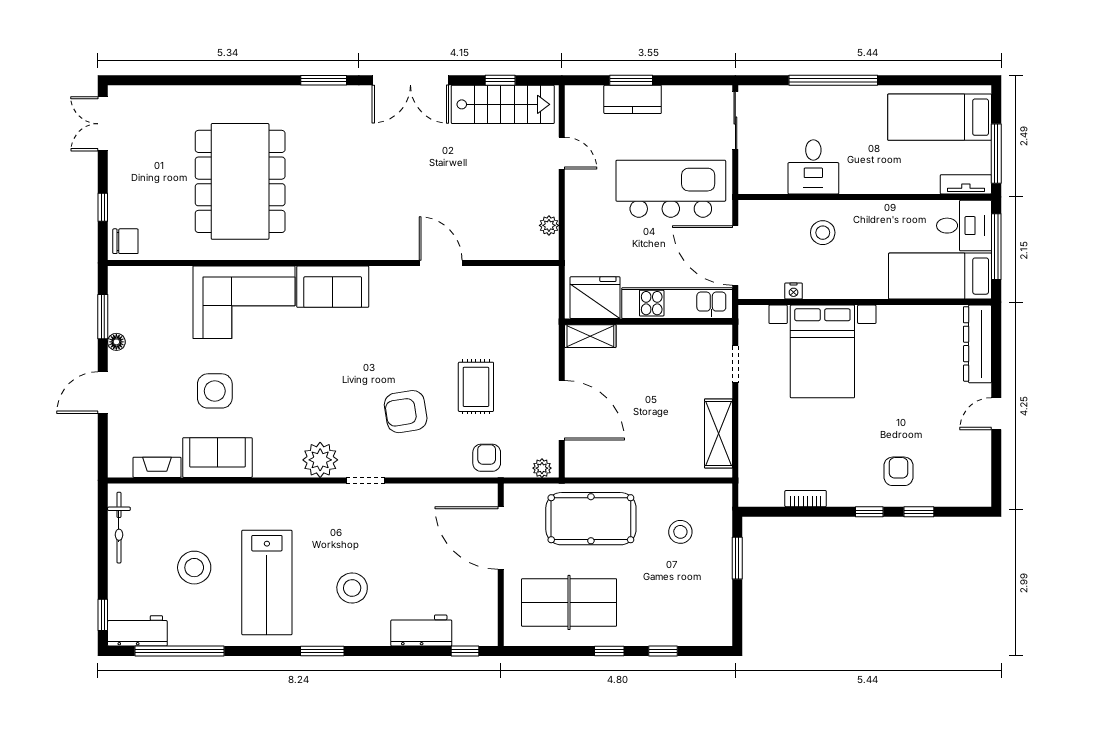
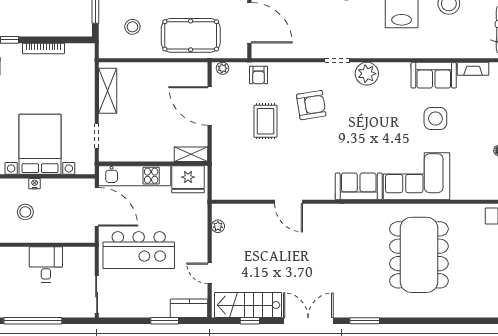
kitchen counter: (633, 99) -> (189, 308), moved
stool: (823, 233) -> (25, 212), moved
nightstand: (794, 291) -> (35, 184), moved
bookcase: (806, 499) -> (43, 48), width x1.56

